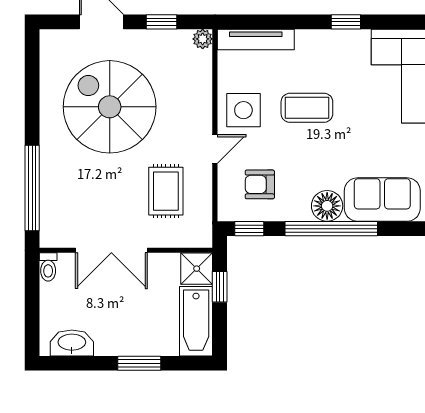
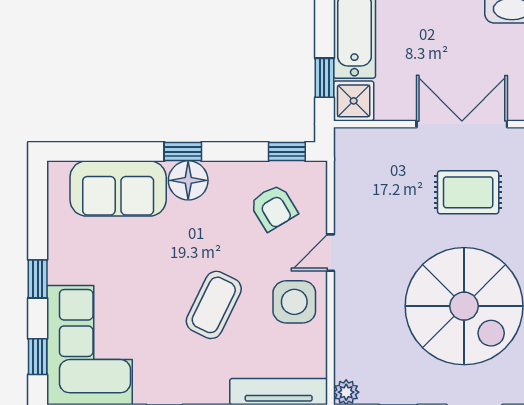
coffee table: (307, 108) -> (214, 305), turned -64
armchair: (260, 184) -> (274, 208), turned 59
rug: (166, 191) -> (468, 192), moved, turned 90
window: (331, 229) -> (183, 152), width x0.32

